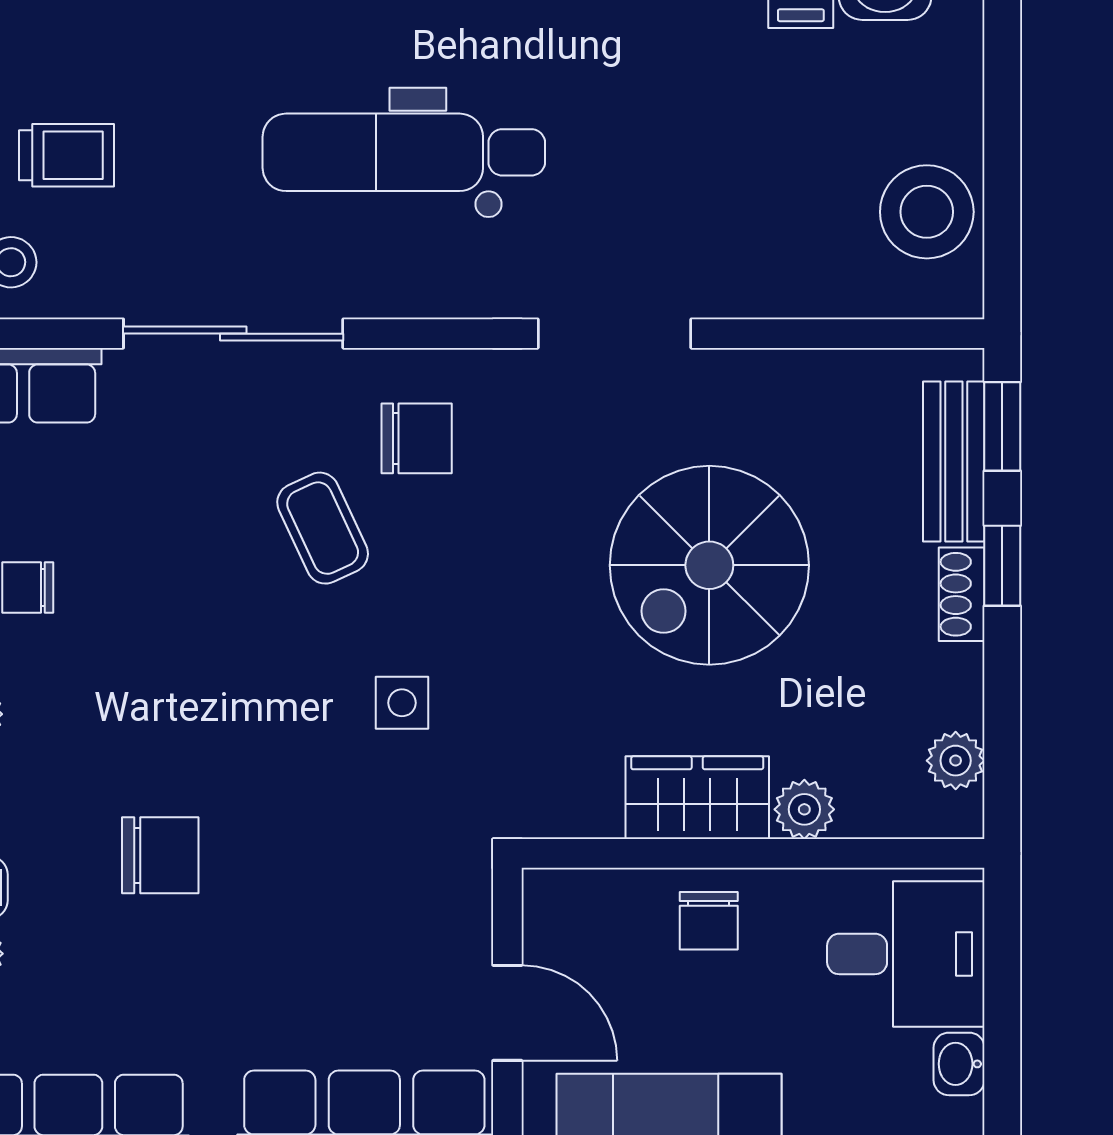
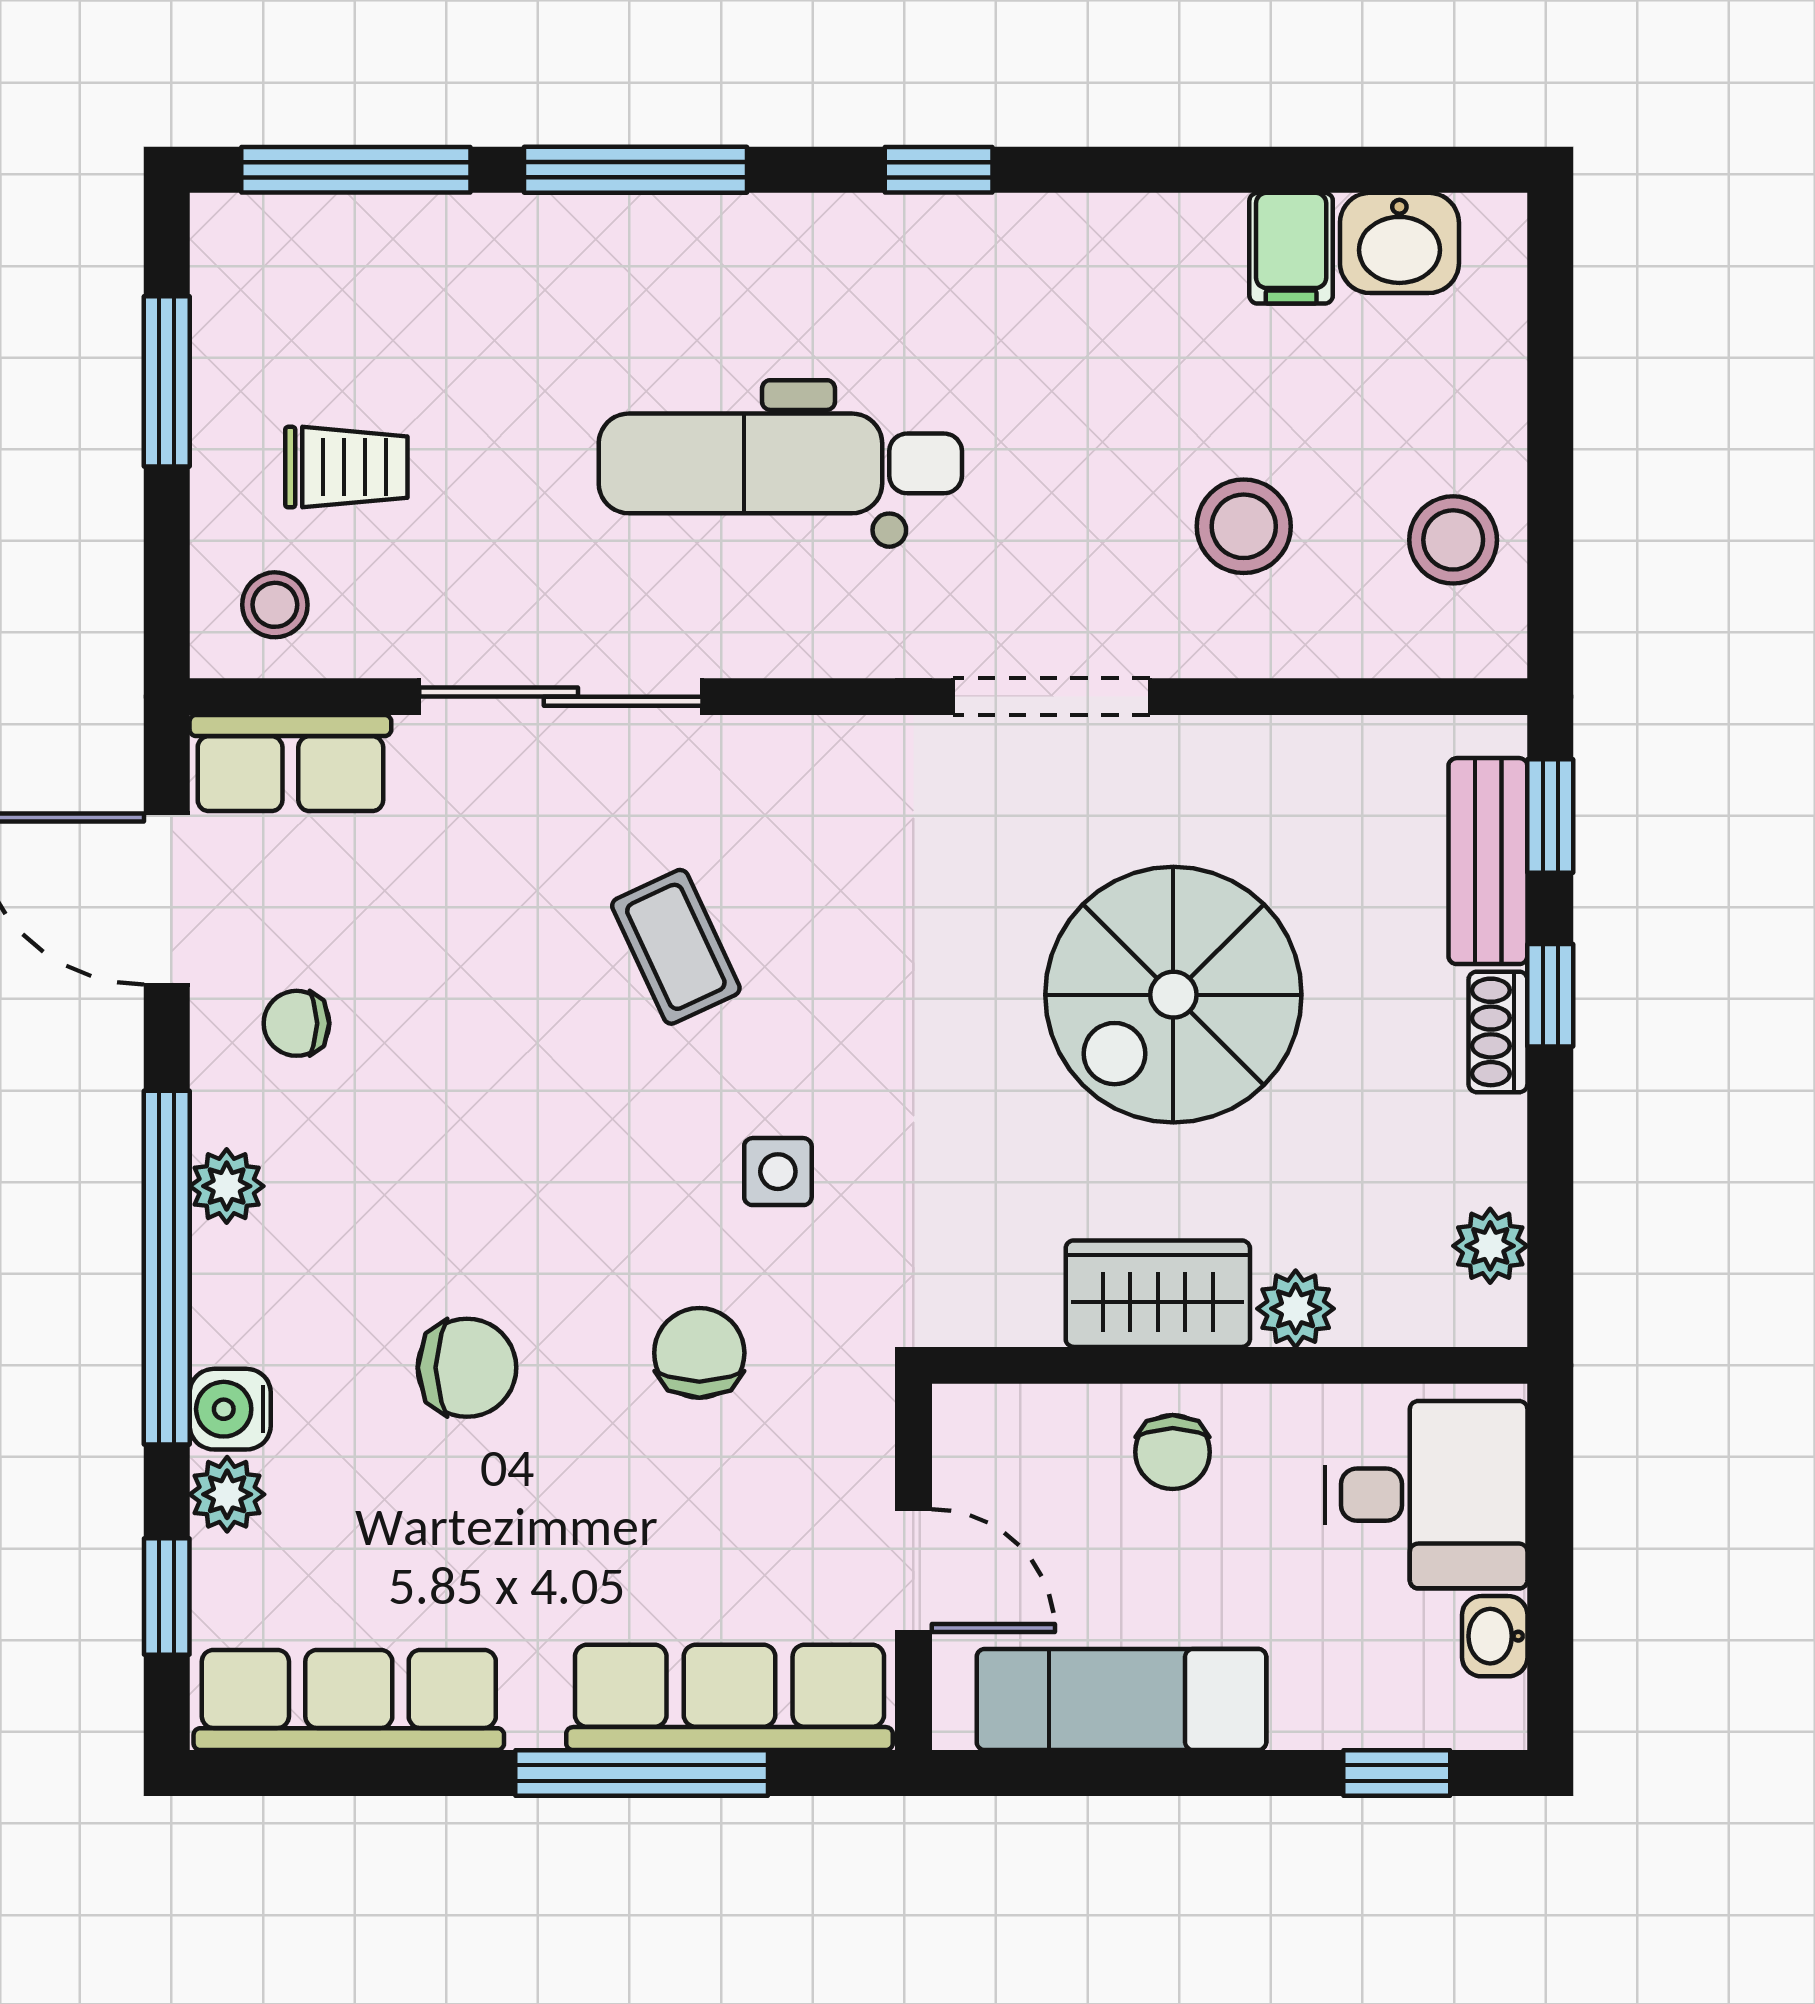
stool: (764, 201) -> (1244, 526), added
stool: (927, 212) -> (1453, 540), width x0.73, depth x0.73
chair: (417, 438) -> (699, 1353), moved, turned -90

